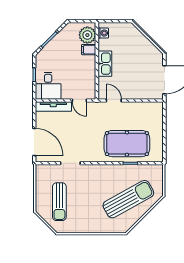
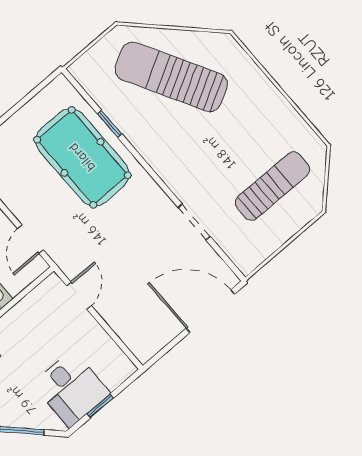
desk: (48, 86) -> (71, 389), moved, turned 90
tv unit: (53, 107) -> (125, 330), removed
door: (34, 142) -> (210, 311), hinge flipped

